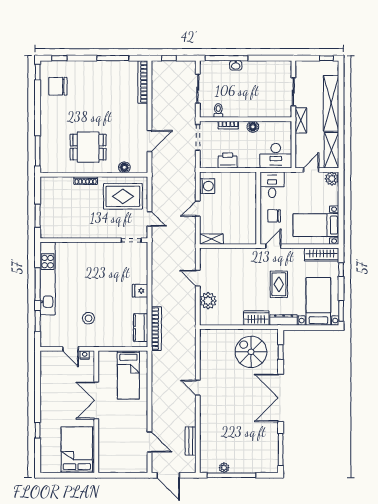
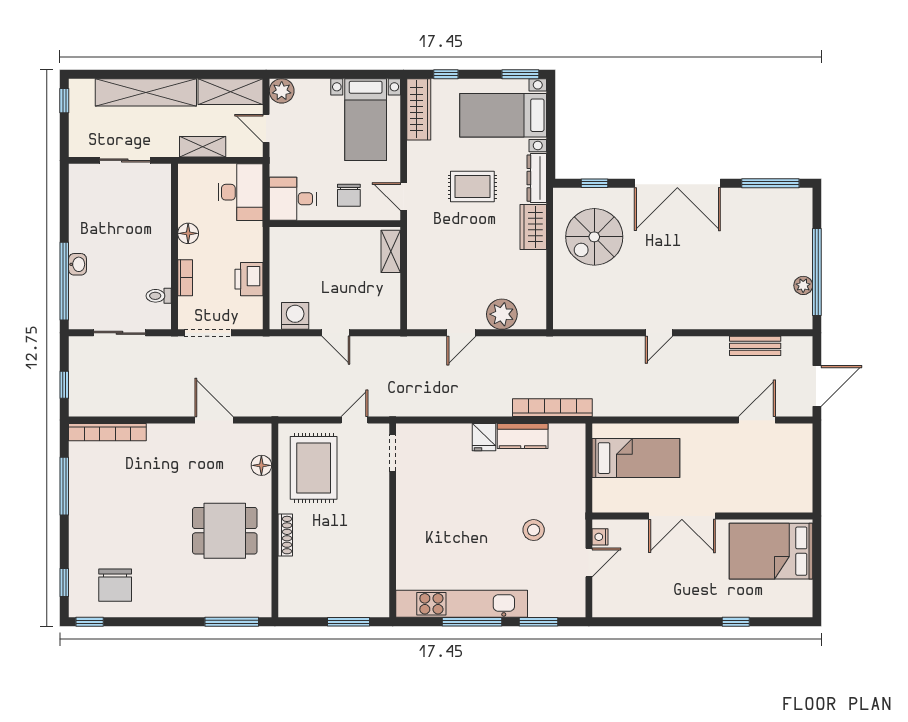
shelving: (301, 120) -> (203, 147), moved
dining table: (88, 147) -> (225, 531), turned 90
shelving: (211, 239) -> (391, 251), moved
kitchen counter: (141, 328) -> (523, 436), moved

